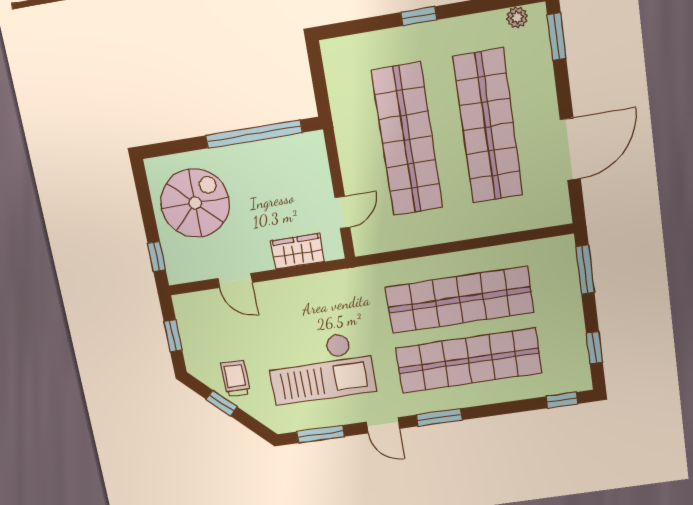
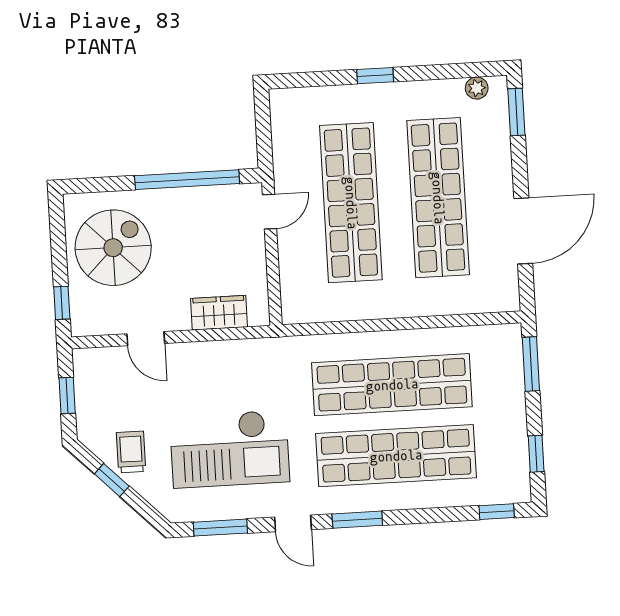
door: (342, 212) -> (270, 212), moved

